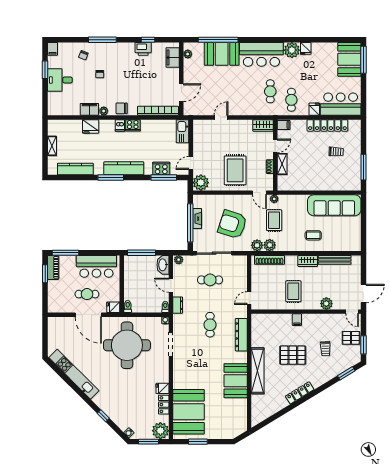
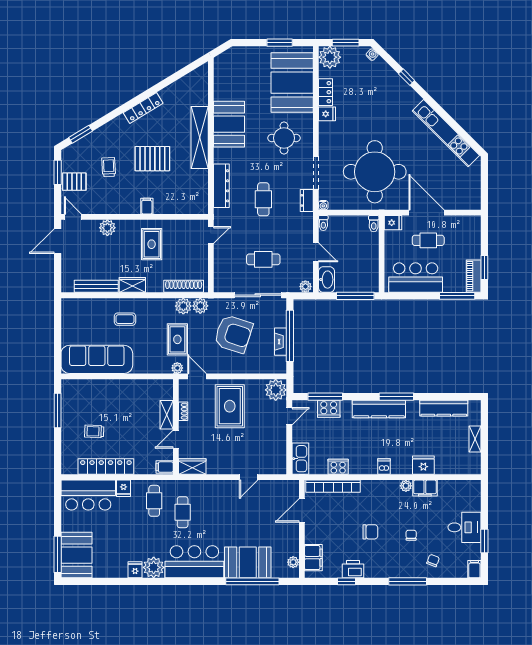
chair: (122, 108) -> (370, 532), moved
cooker: (133, 125) -> (338, 467), moved
dresser: (178, 305) -> (307, 200), moved
round table: (195, 370) -> (284, 138), added

